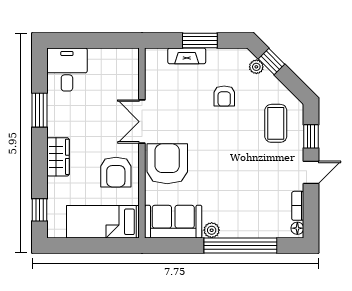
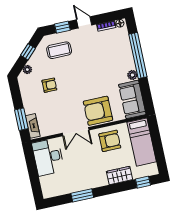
window: (200, 40) -> (21, 119), moved
fireplace: (187, 56) -> (33, 126), moved
window: (272, 62) -> (28, 52), moved
desk: (67, 70) -> (48, 157), moved, width x1.37
wardrobe: (58, 157) -> (120, 175), moved

